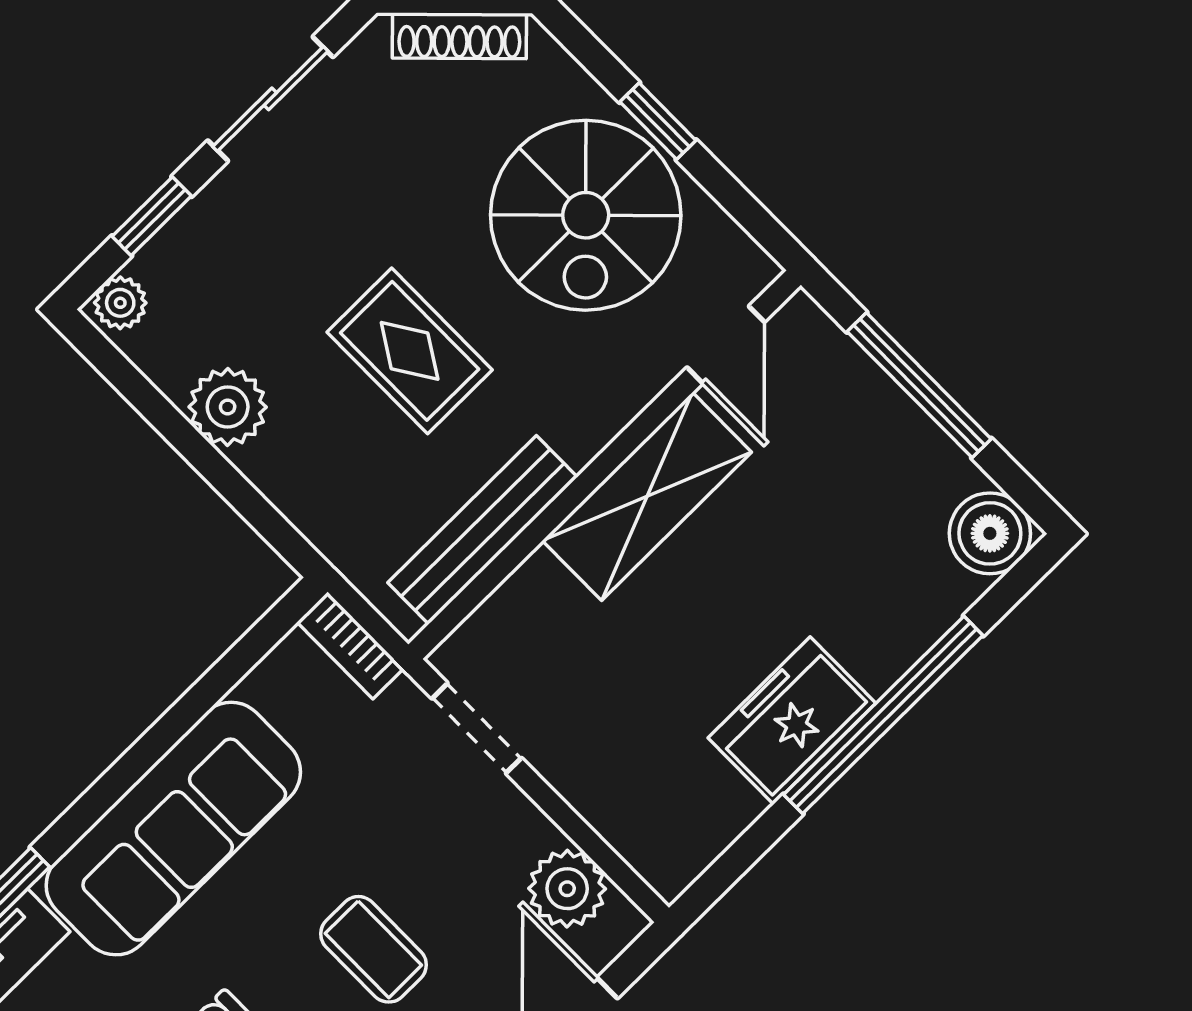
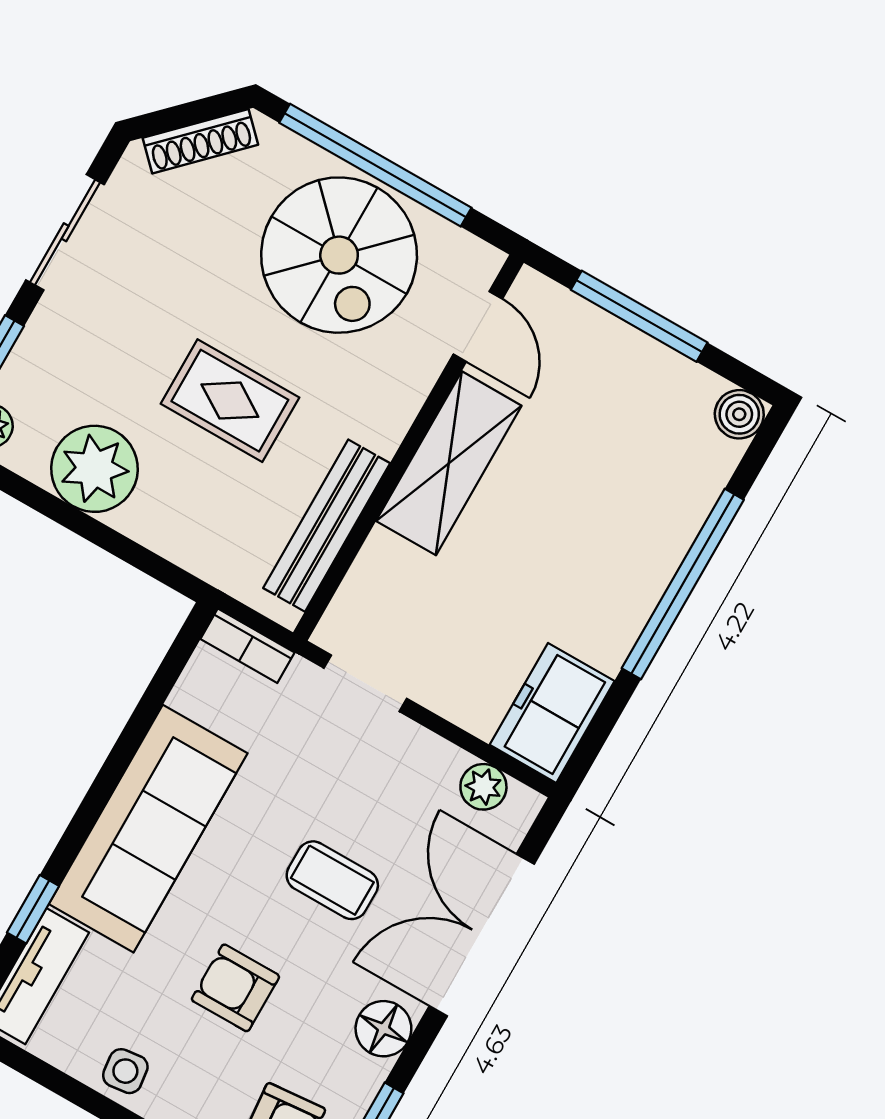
window: (658, 121) -> (375, 165), width x3.17
plant: (228, 407) -> (94, 469), width x1.36, depth x1.36
boiler: (990, 533) -> (739, 414), width x0.73, depth x0.73
freezer: (792, 721) -> (552, 713), moved
plant: (567, 889) -> (483, 787), width x0.73, depth x0.73

